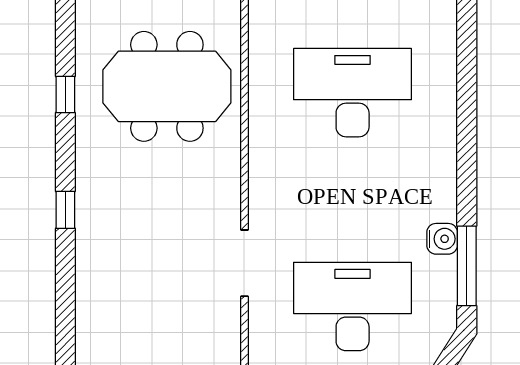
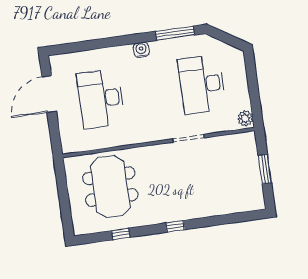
water cooler: (442, 239) -> (141, 50), moved

